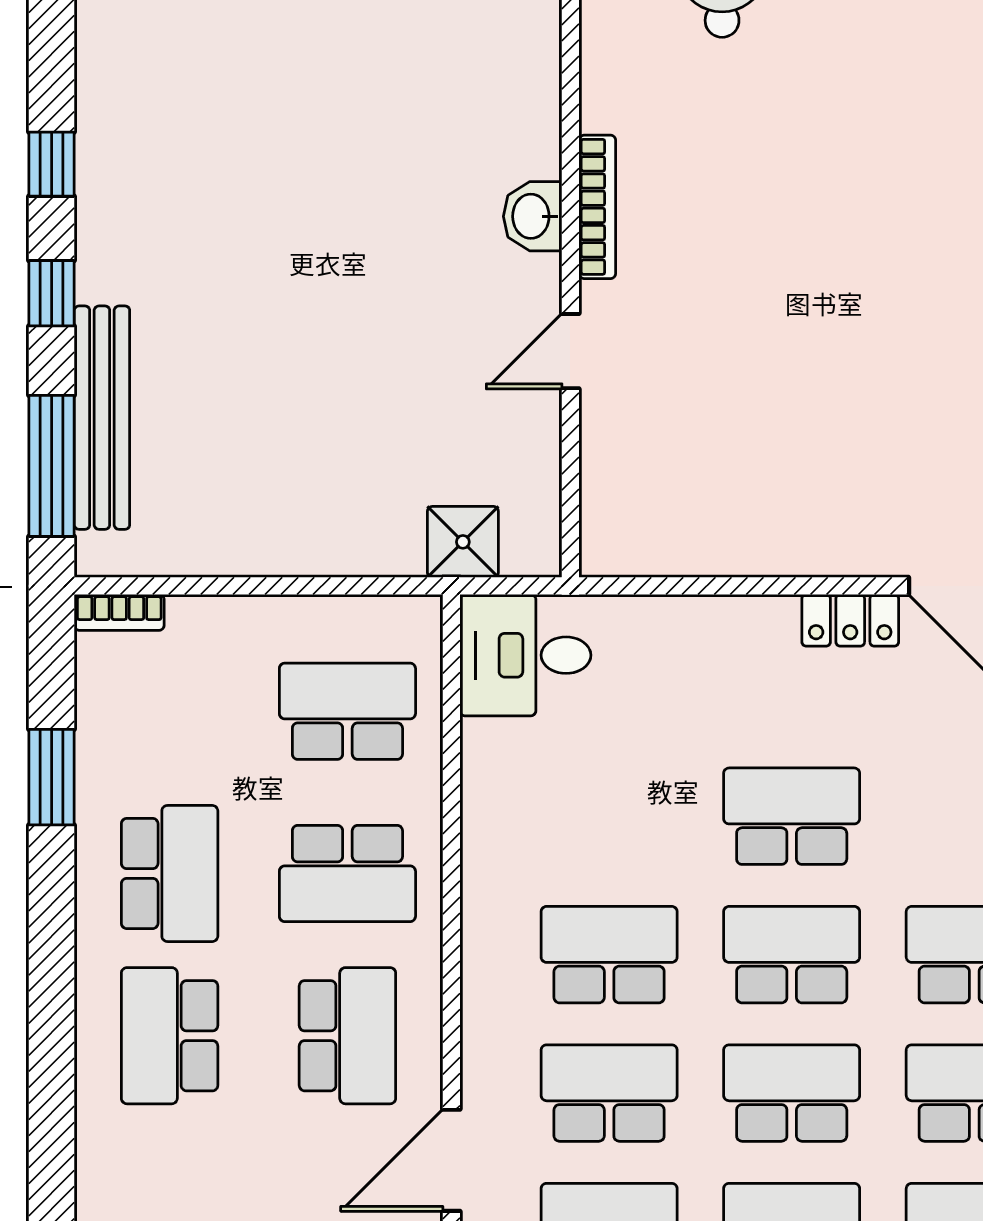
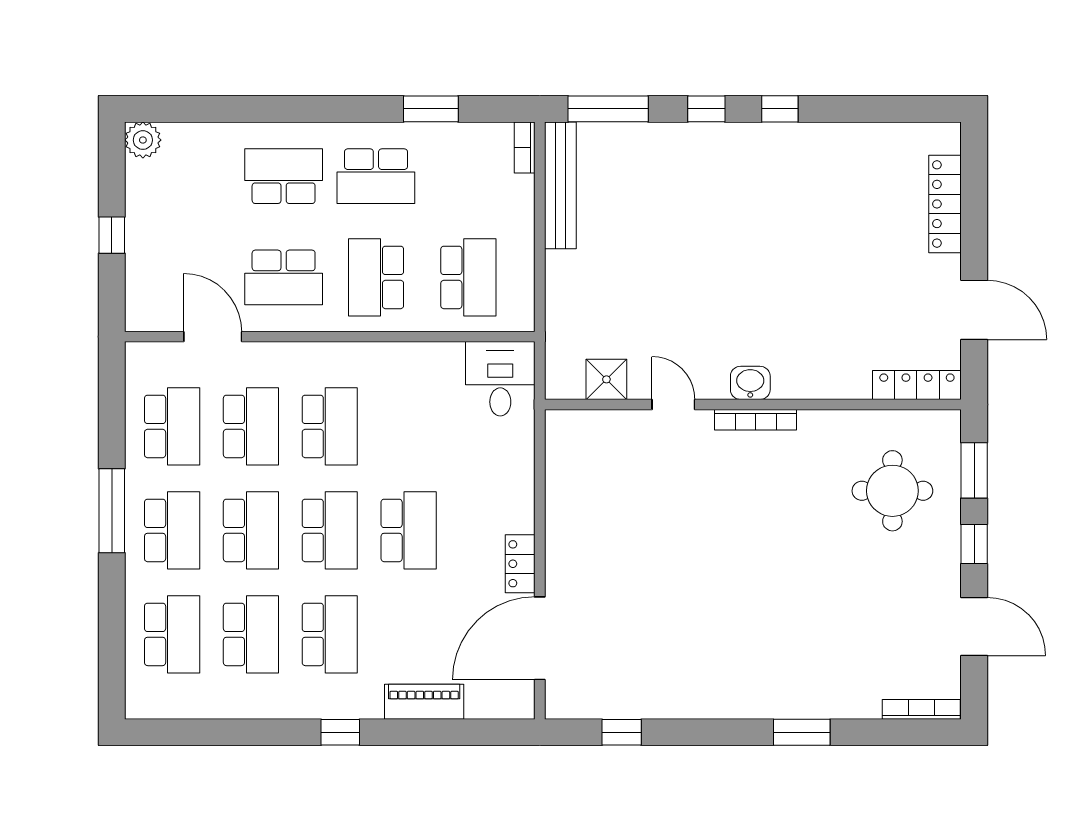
bench: (102, 418) -> (560, 185), moved, turned 90
shower: (463, 542) -> (606, 379), moved

